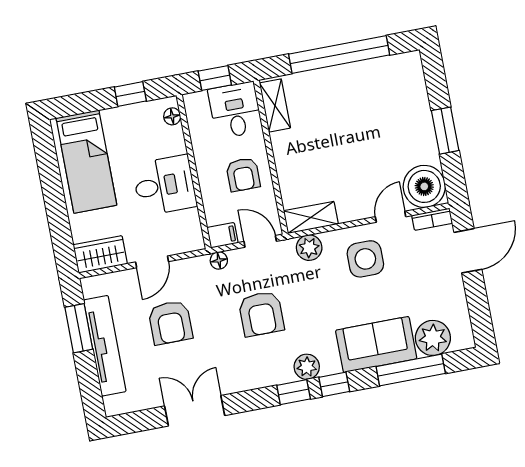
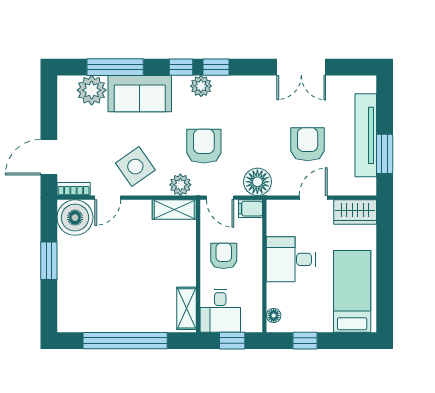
side table: (365, 259) -> (135, 167), turned -35
floor lamp: (219, 260) -> (257, 182), width x1.89, depth x1.89
armchair: (261, 314) -> (204, 146), moved

